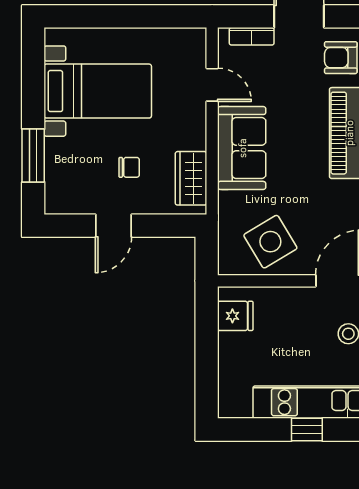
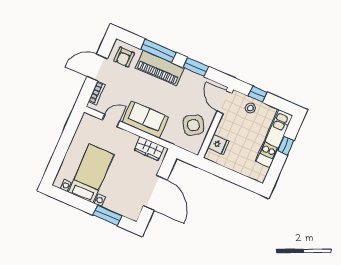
chair: (129, 167) -> (132, 174), removed
door: (113, 226) -> (155, 193), width x1.88
fridge: (235, 316) -> (218, 145), moved, turned 90

